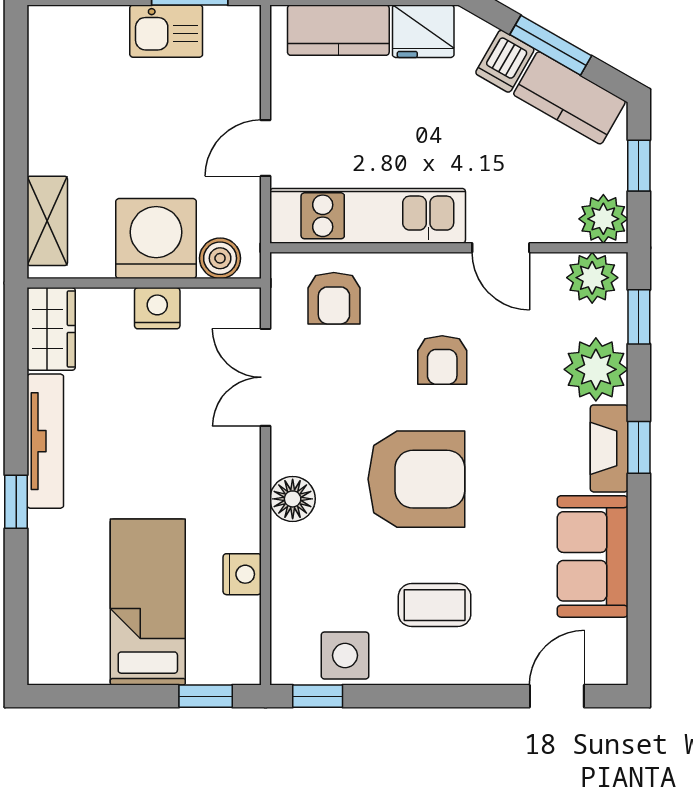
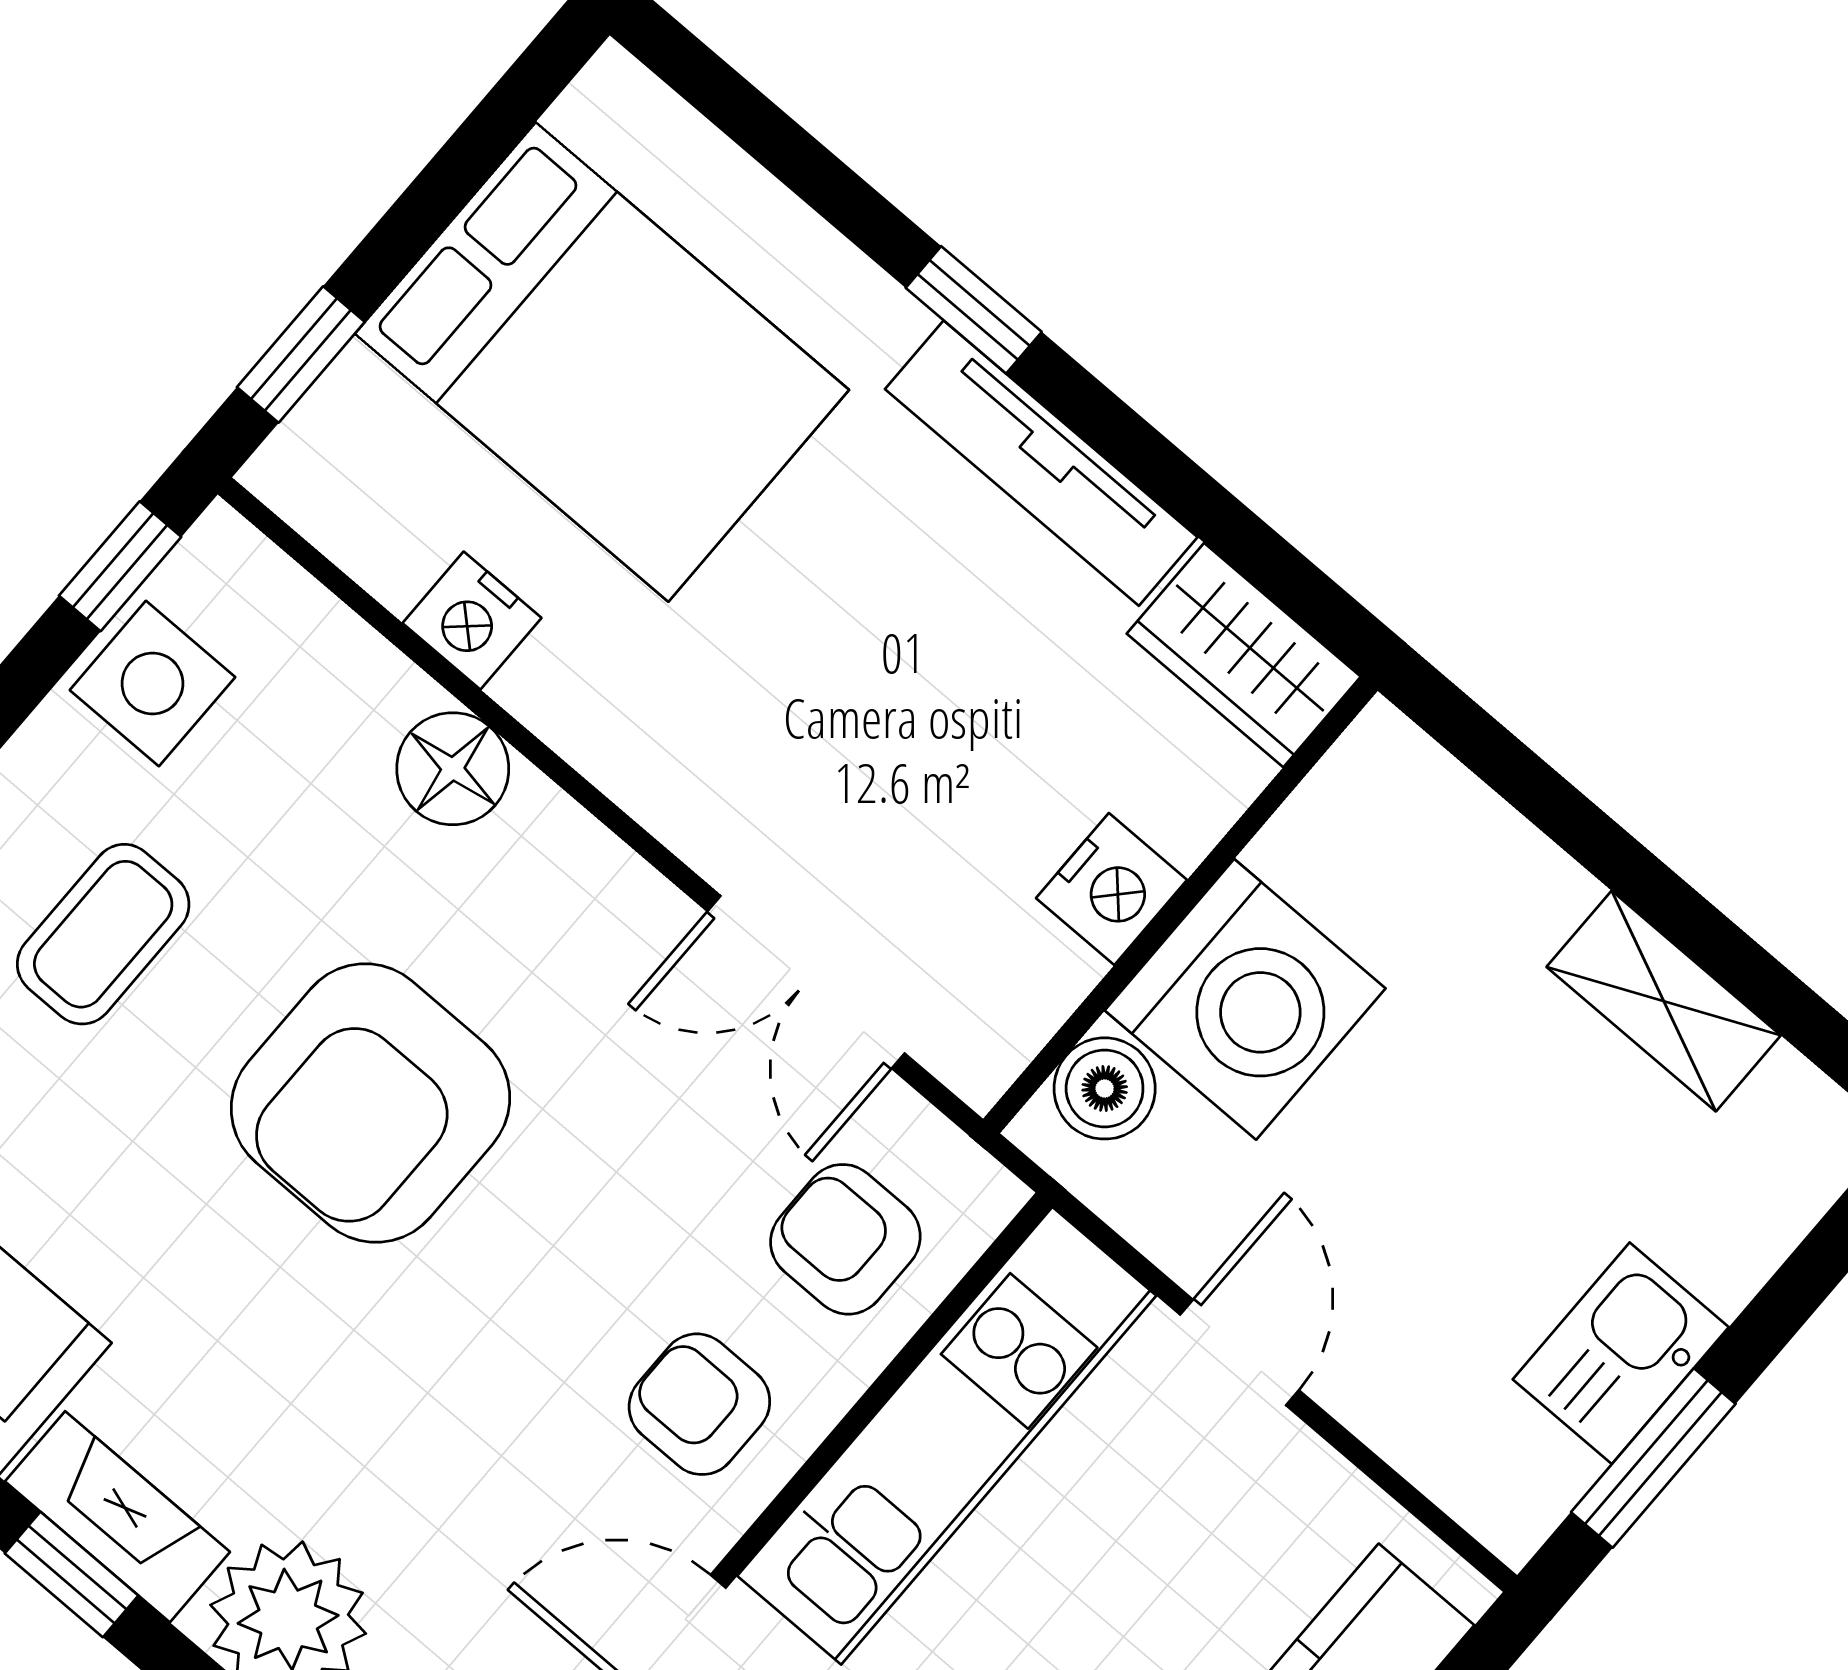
shelving: (47, 221) -> (1664, 1001), moved
armchair: (442, 360) -> (699, 1404), moved
double door: (266, 377) -> (806, 982), swing flipped
floor lamp: (293, 499) -> (453, 769), moved
bed: (148, 602) -> (602, 362), width x1.50

